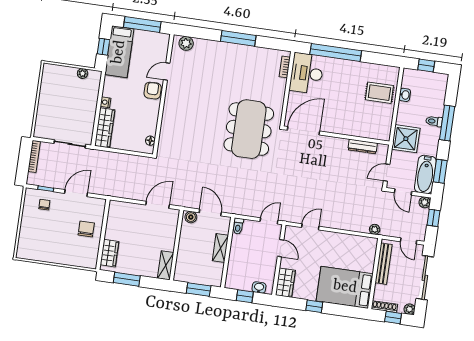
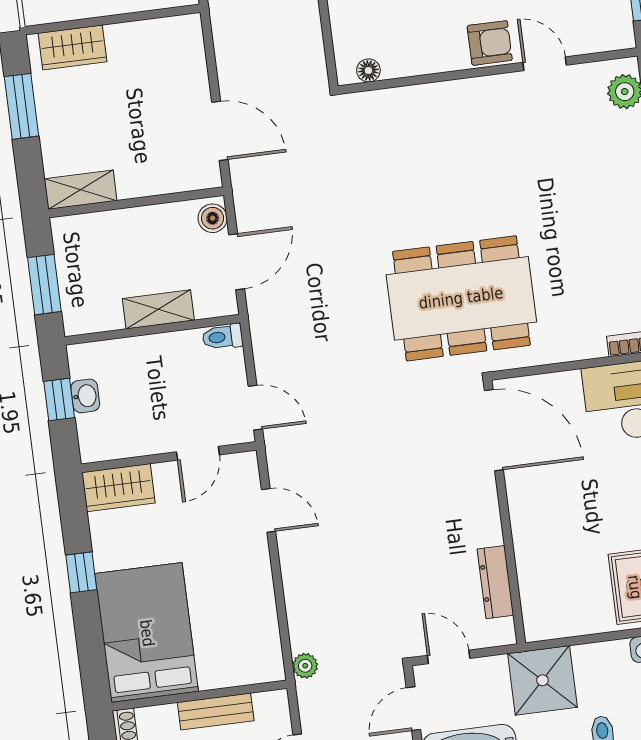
bench: (384, 264) -> (216, 712), width x0.73
washbasin: (259, 288) -> (85, 396), moved

